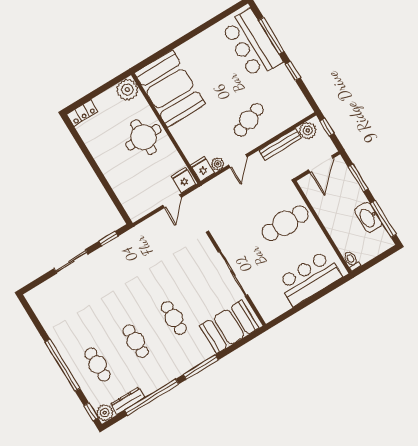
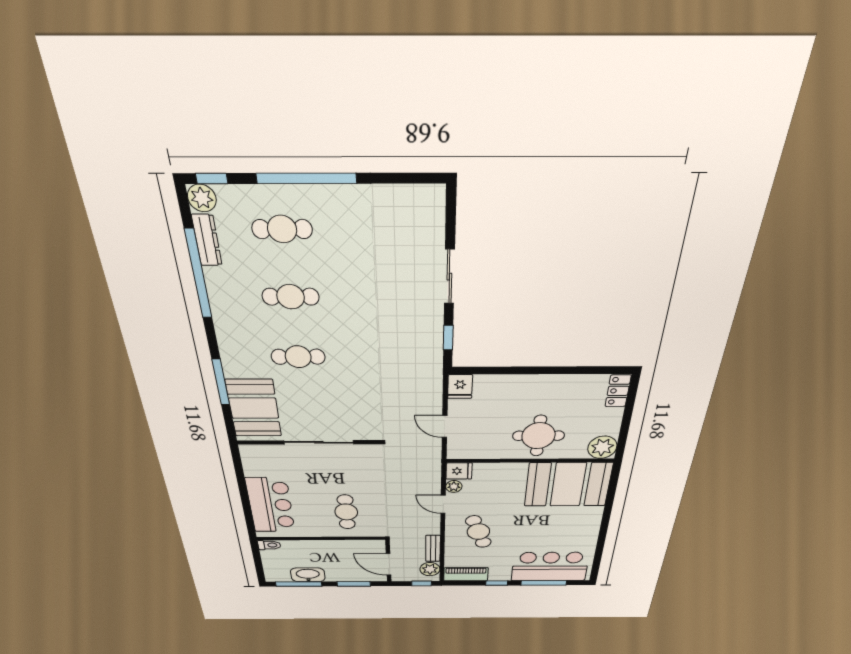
piano: (297, 100) -> (466, 574), added
bench: (280, 145) -> (433, 548), width x0.73
fridge: (183, 180) -> (460, 386), moved, turned 90
cafe table: (285, 223) -> (346, 512), width x0.73, depth x0.74
window: (201, 367) -> (221, 382), moved

